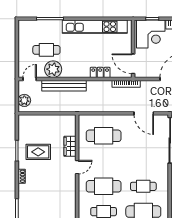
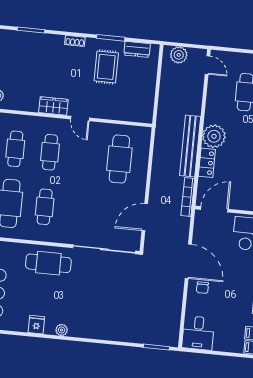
plant: (53, 69) -> (214, 136), moved
bench: (64, 86) -> (190, 146), moved
dresser: (23, 131) -> (137, 49), added
wardrobe: (70, 146) -> (53, 106), moved
cafe table: (104, 186) -> (50, 152), width x0.73, depth x0.74

